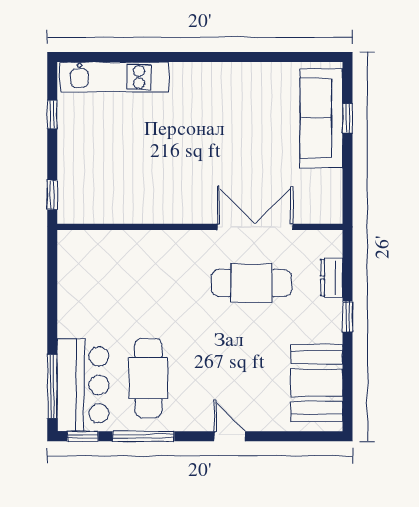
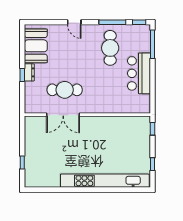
kitchen unit: (114, 77) -> (105, 181), width x1.86
sofa: (321, 118) -> (34, 163), removed
dresser: (332, 278) -> (29, 72), moved
bar counter: (83, 385) -> (139, 73), moved

